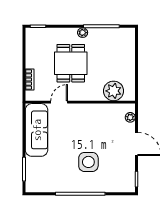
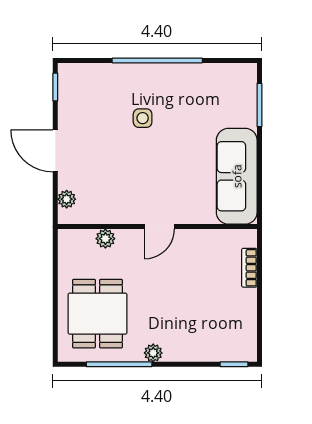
dining table: (71, 63) -> (98, 314), moved
plant: (114, 91) -> (105, 239), width x0.53, depth x0.53
door: (59, 102) -> (159, 227), moved
side table: (88, 162) -> (143, 118), width x0.54, depth x0.54

